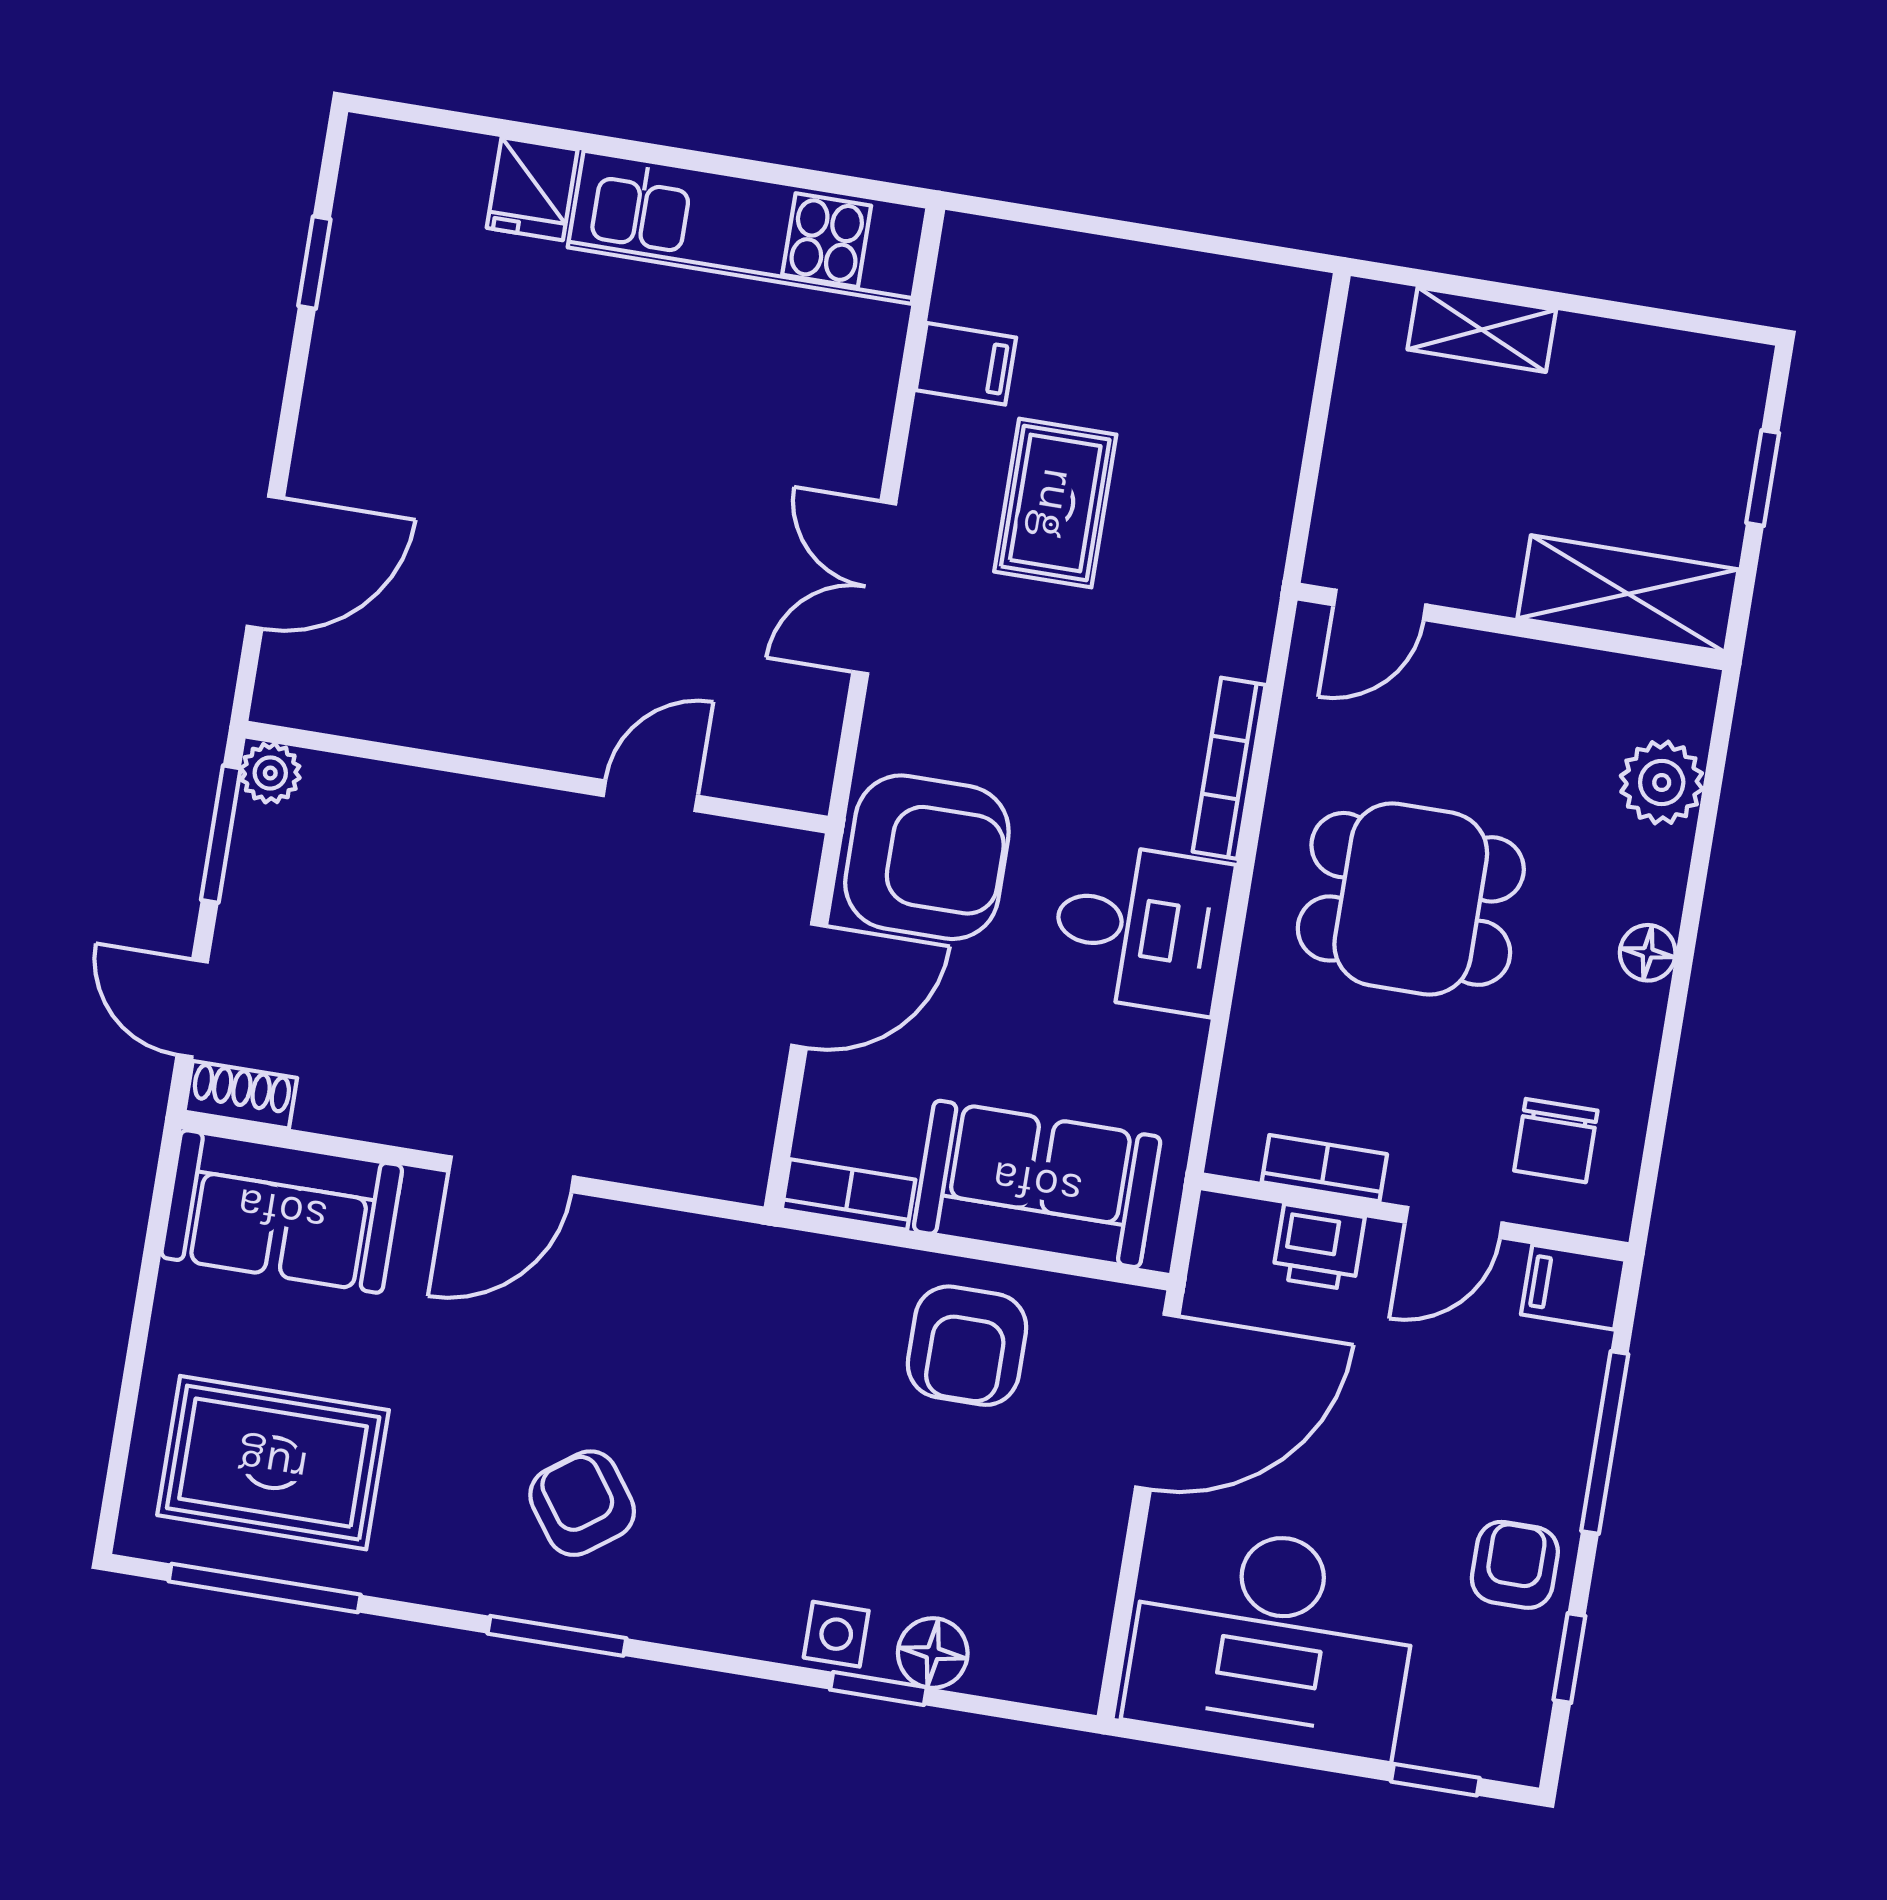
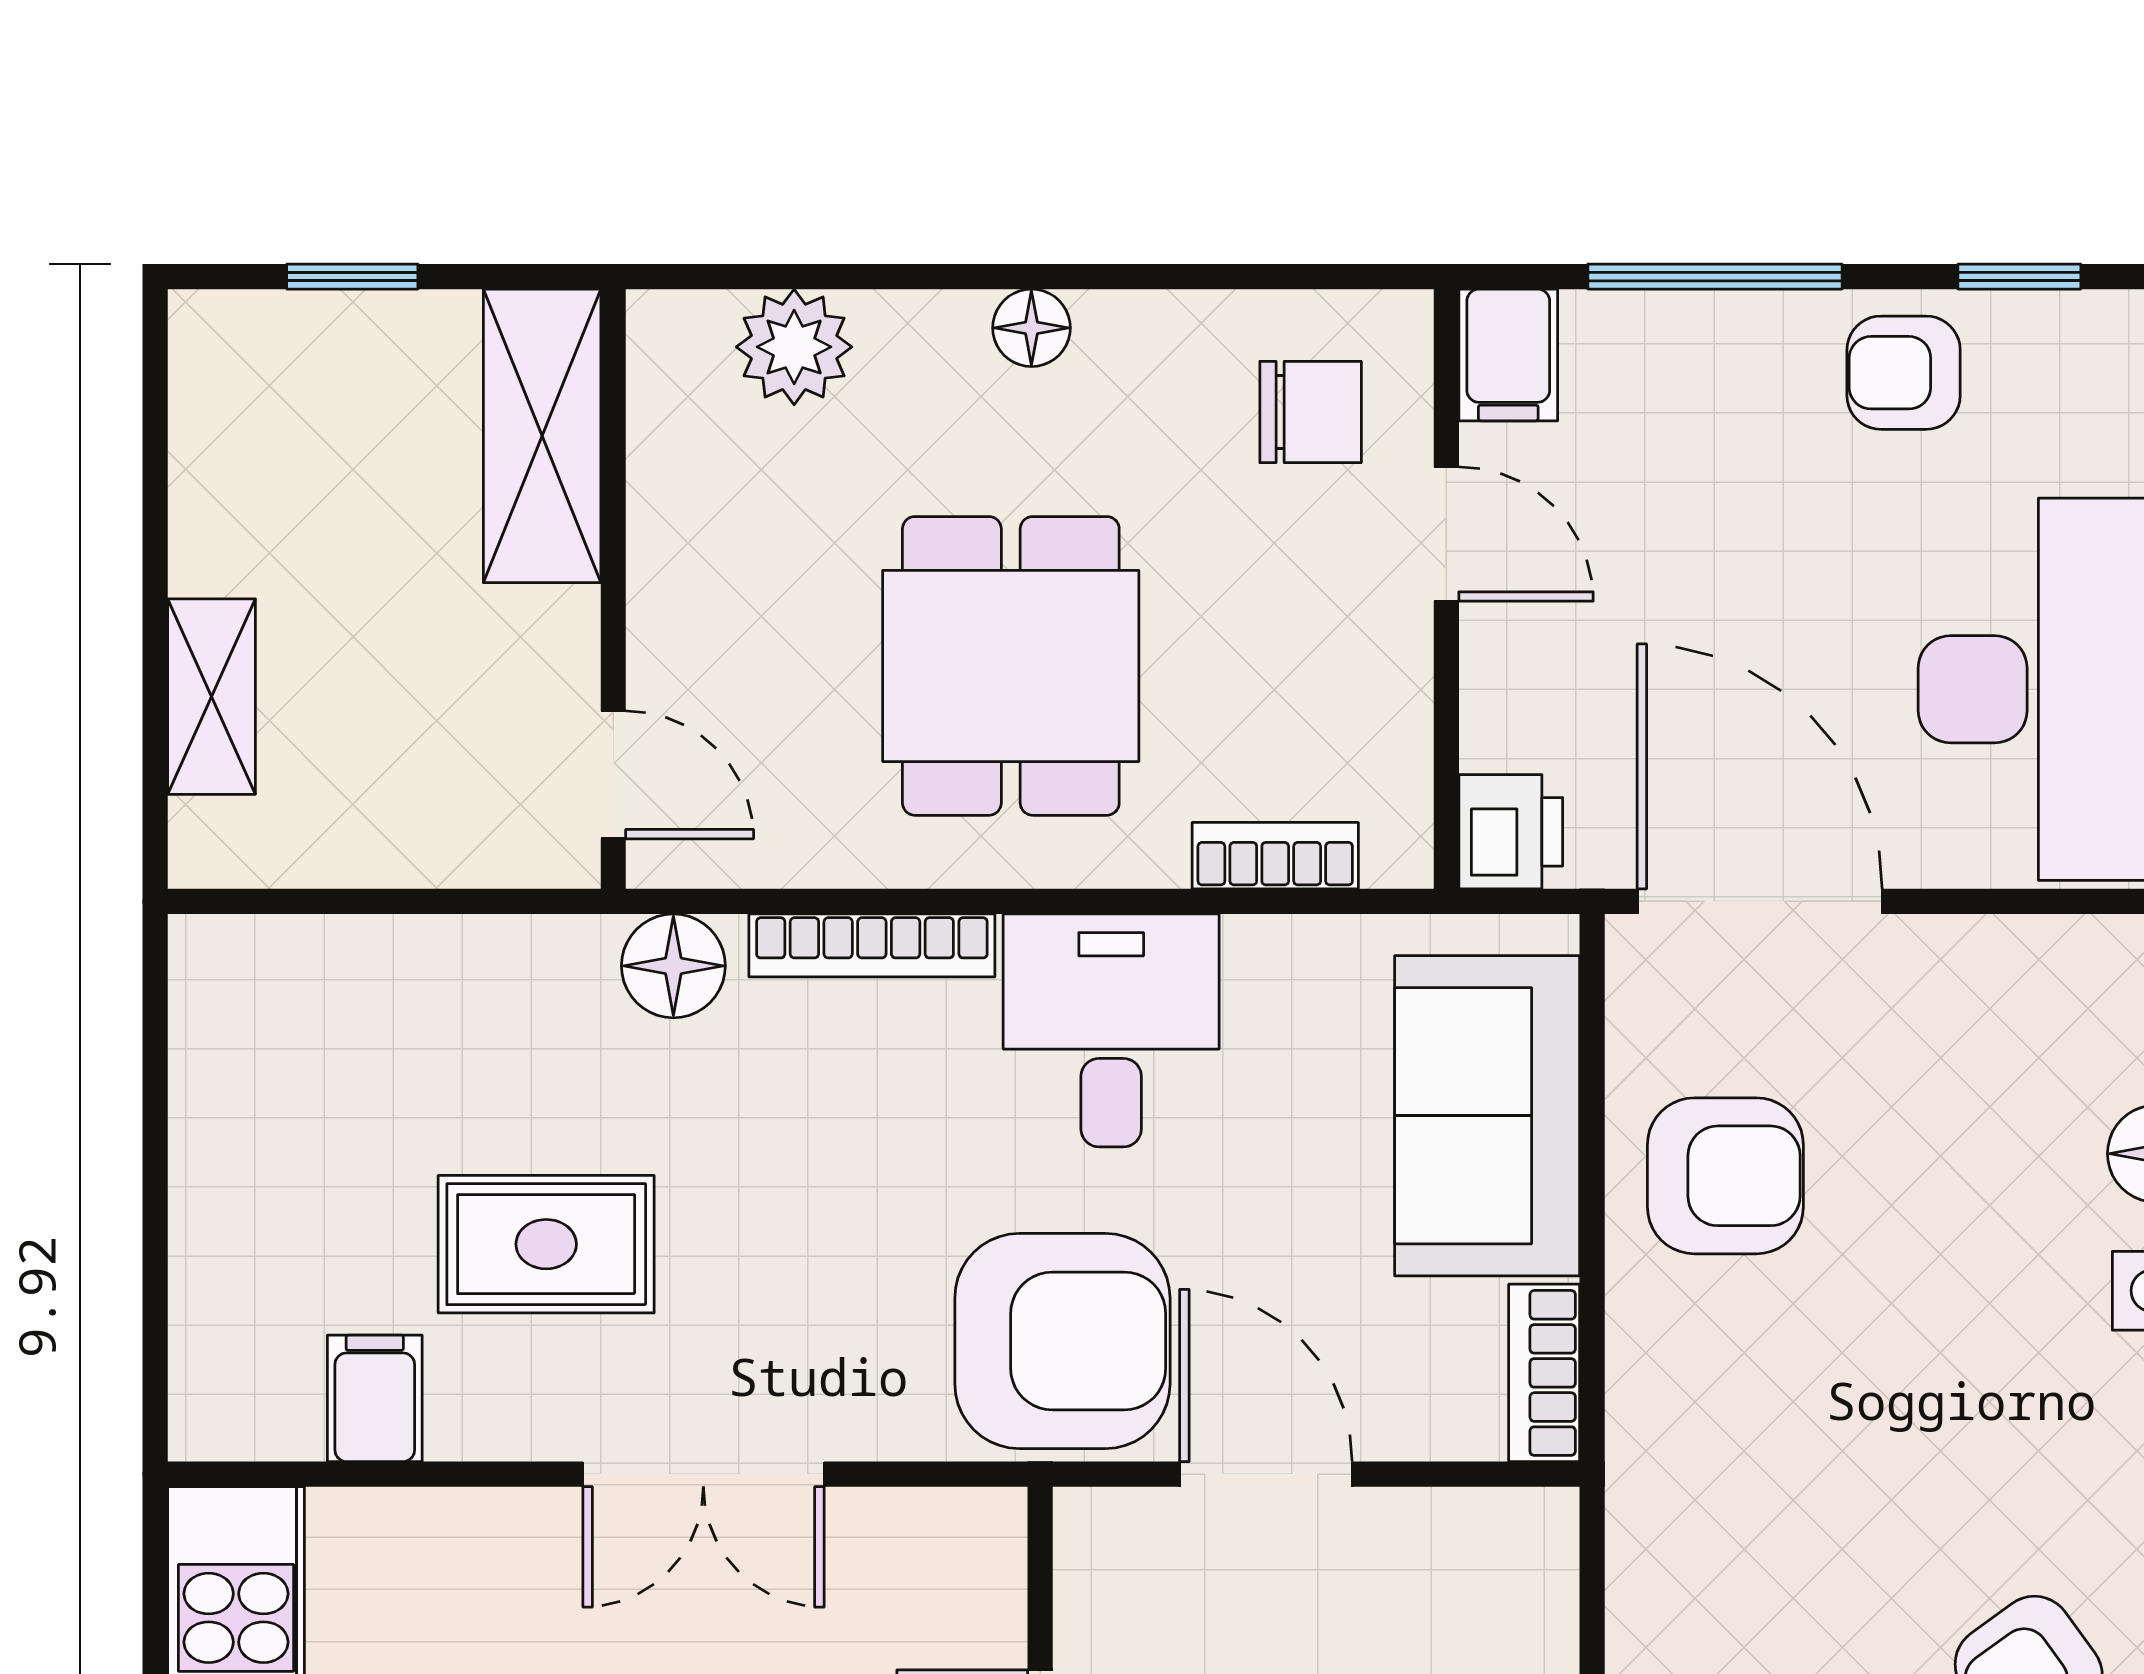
floor lamp: (1238, 625) -> (673, 966), added
armchair: (927, 857) -> (1062, 1341), turned 90
bookcase: (1324, 1168) -> (1275, 856), moved, turned 90
printer: (1318, 1247) -> (1511, 832), moved

